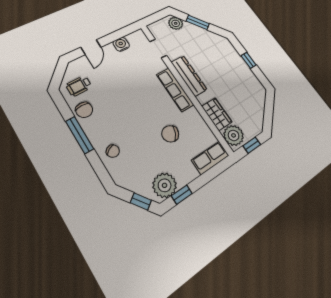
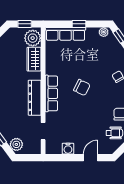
chair: (170, 134) -> (82, 88), moved
row of seats: (210, 158) -> (66, 34), width x1.48
plant: (165, 185) -> (104, 32), width x0.53, depth x0.53
window: (182, 195) -> (79, 24), moved

